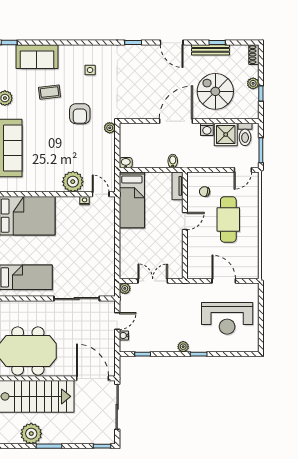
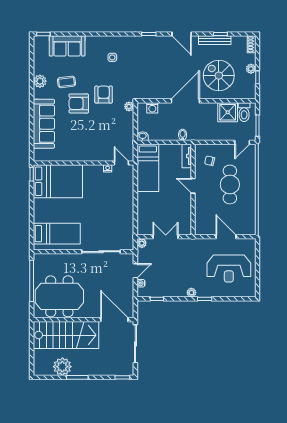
coffee table: (50, 92) -> (66, 82), moved
armchair: (80, 114) -> (104, 95), turned 180
armchair: (51, 124) -> (79, 103), added
washing machine: (207, 129) -> (152, 108), moved
plant: (73, 182) -> (98, 152), removed
door: (185, 221) -> (193, 186), swing flipped

